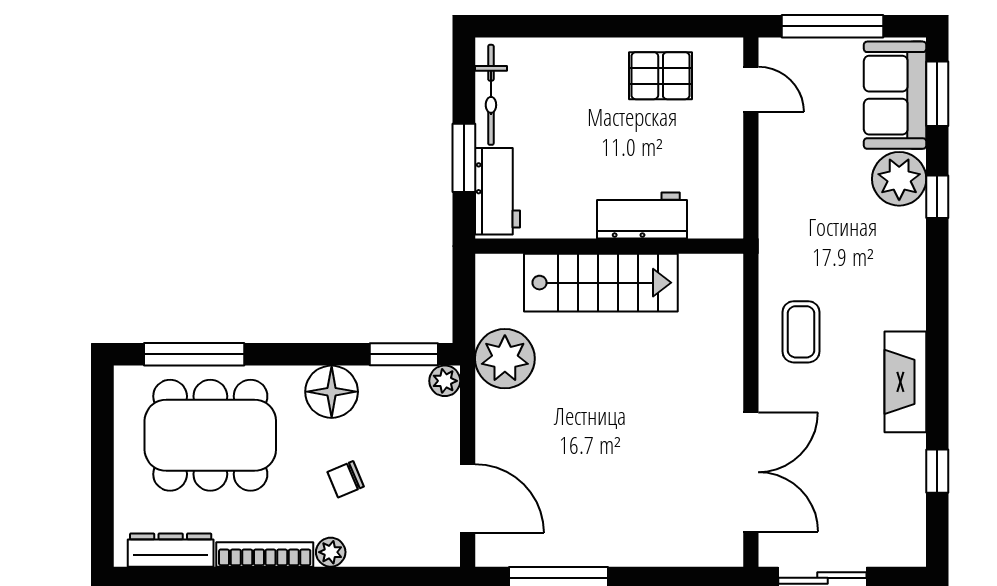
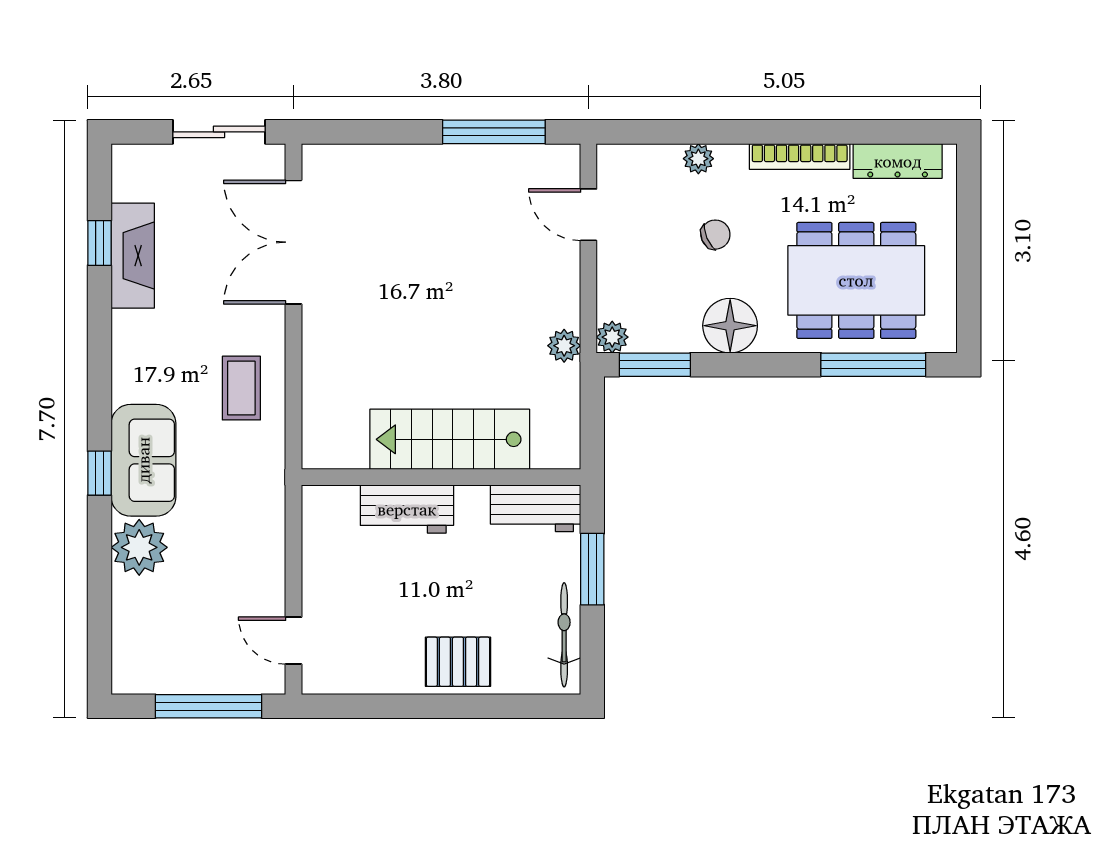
pallet: (661, 76) -> (458, 662), moved
window: (937, 94) -> (99, 636), removed
sofa: (895, 95) -> (143, 460), moved
workbench: (497, 191) -> (536, 508), moved, turned -90
window: (937, 197) -> (99, 473), moved
plant: (505, 359) -> (564, 346), width x0.53, depth x0.53
fireplace: (905, 382) -> (133, 256), moved
door: (468, 498) -> (588, 215), width x0.73
plant: (331, 552) -> (698, 159), moved

